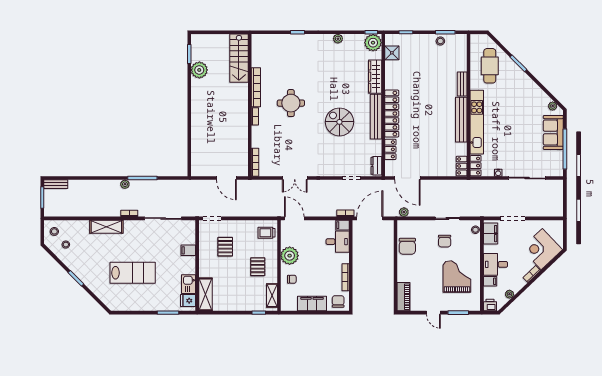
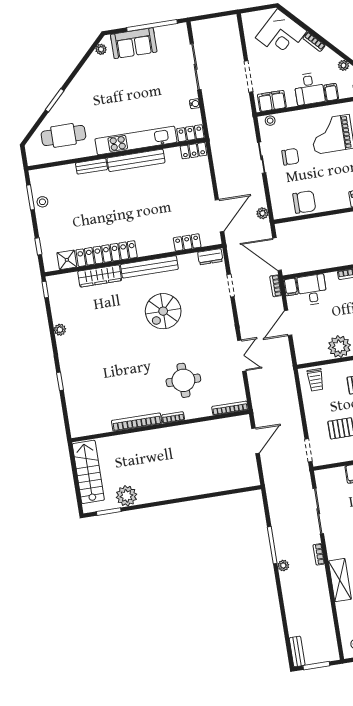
plant: (373, 43) -> (58, 285), removed
stairs: (239, 58) -> (88, 472), moved, turned -90
round table: (291, 103) -> (183, 380), moved
locker: (392, 114) -> (107, 254), moved
door: (294, 218) -> (288, 323), moved

